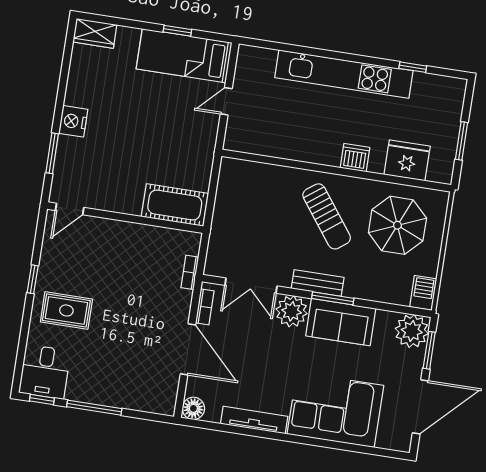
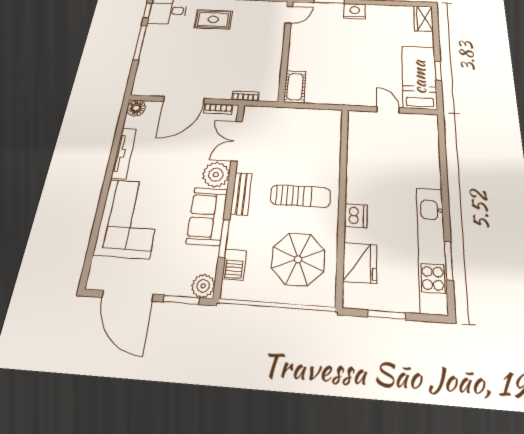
window: (413, 67) -> (449, 261), width x1.50
kitchen unit: (344, 74) -> (432, 249), moved
cot: (175, 205) -> (295, 87), width x0.73, depth x0.75
door: (70, 209) -> (289, 15), swing flipped
sun lounger: (327, 216) -> (300, 196), turned -143
barbecue: (423, 293) -> (234, 265), moved, turned 90
window: (333, 298) -> (224, 238), moved
rug: (66, 310) -> (213, 19), turned 90
plant: (412, 331) -> (203, 286), width x0.73, depth x0.73

